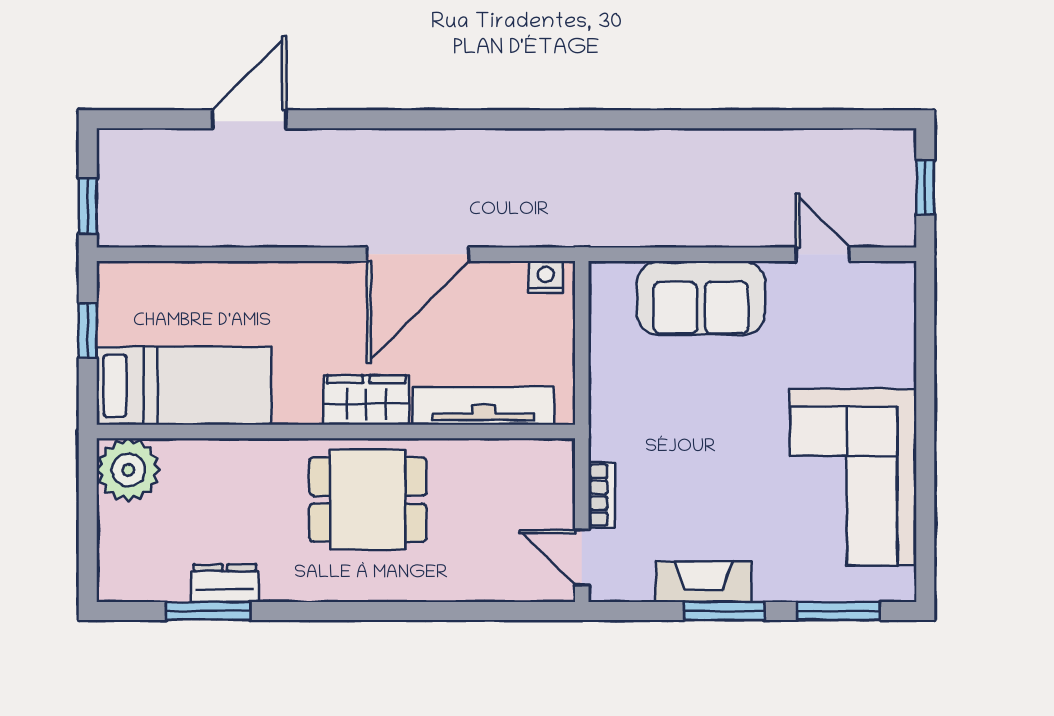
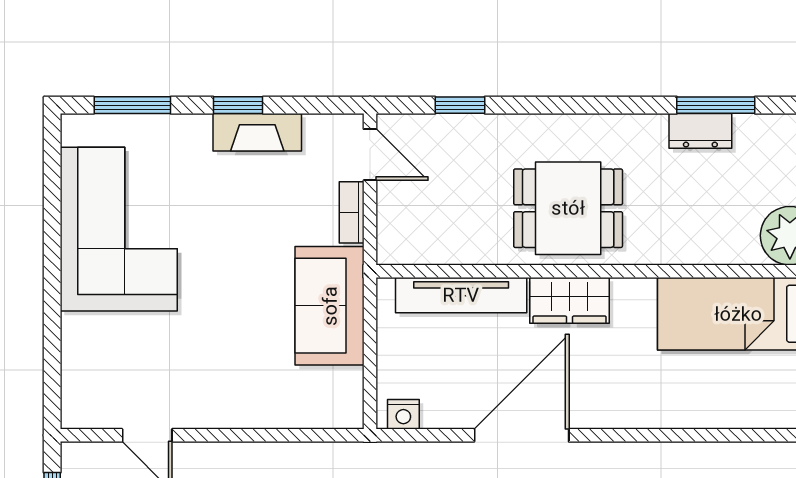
sofa: (701, 298) -> (330, 306), moved, turned -90
window: (485, 611) -> (460, 105), added
window: (724, 611) -> (238, 105), width x0.67

